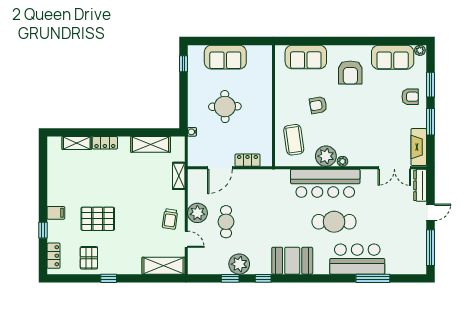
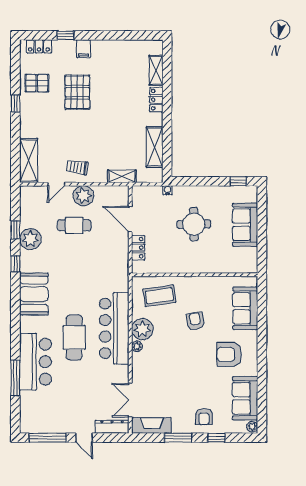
window: (430, 85) -> (217, 438), width x0.67

